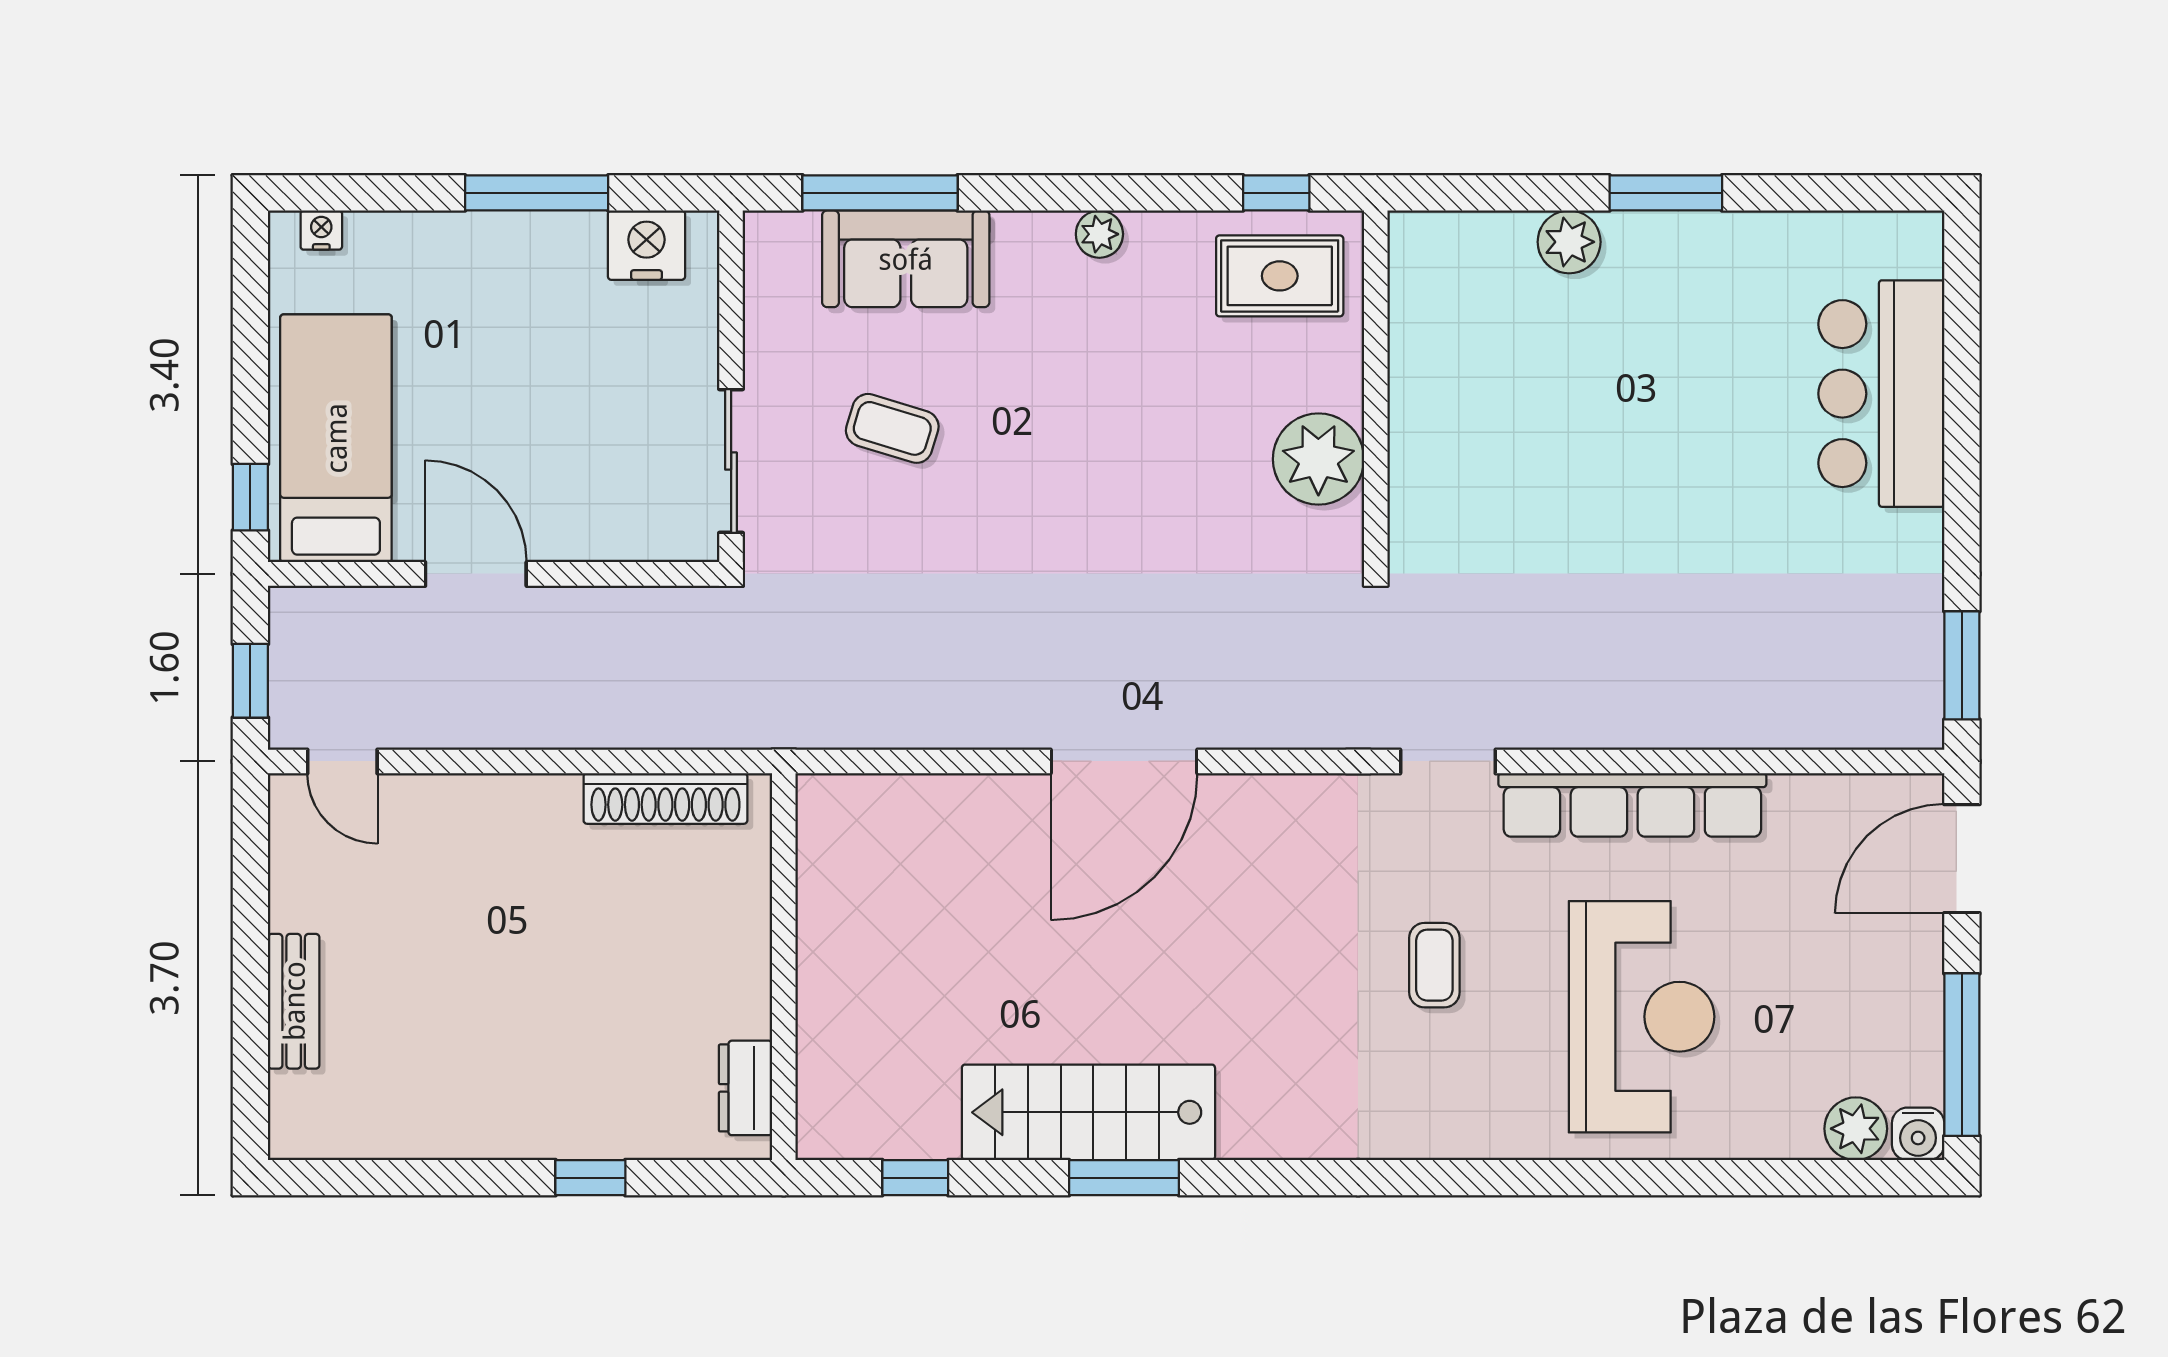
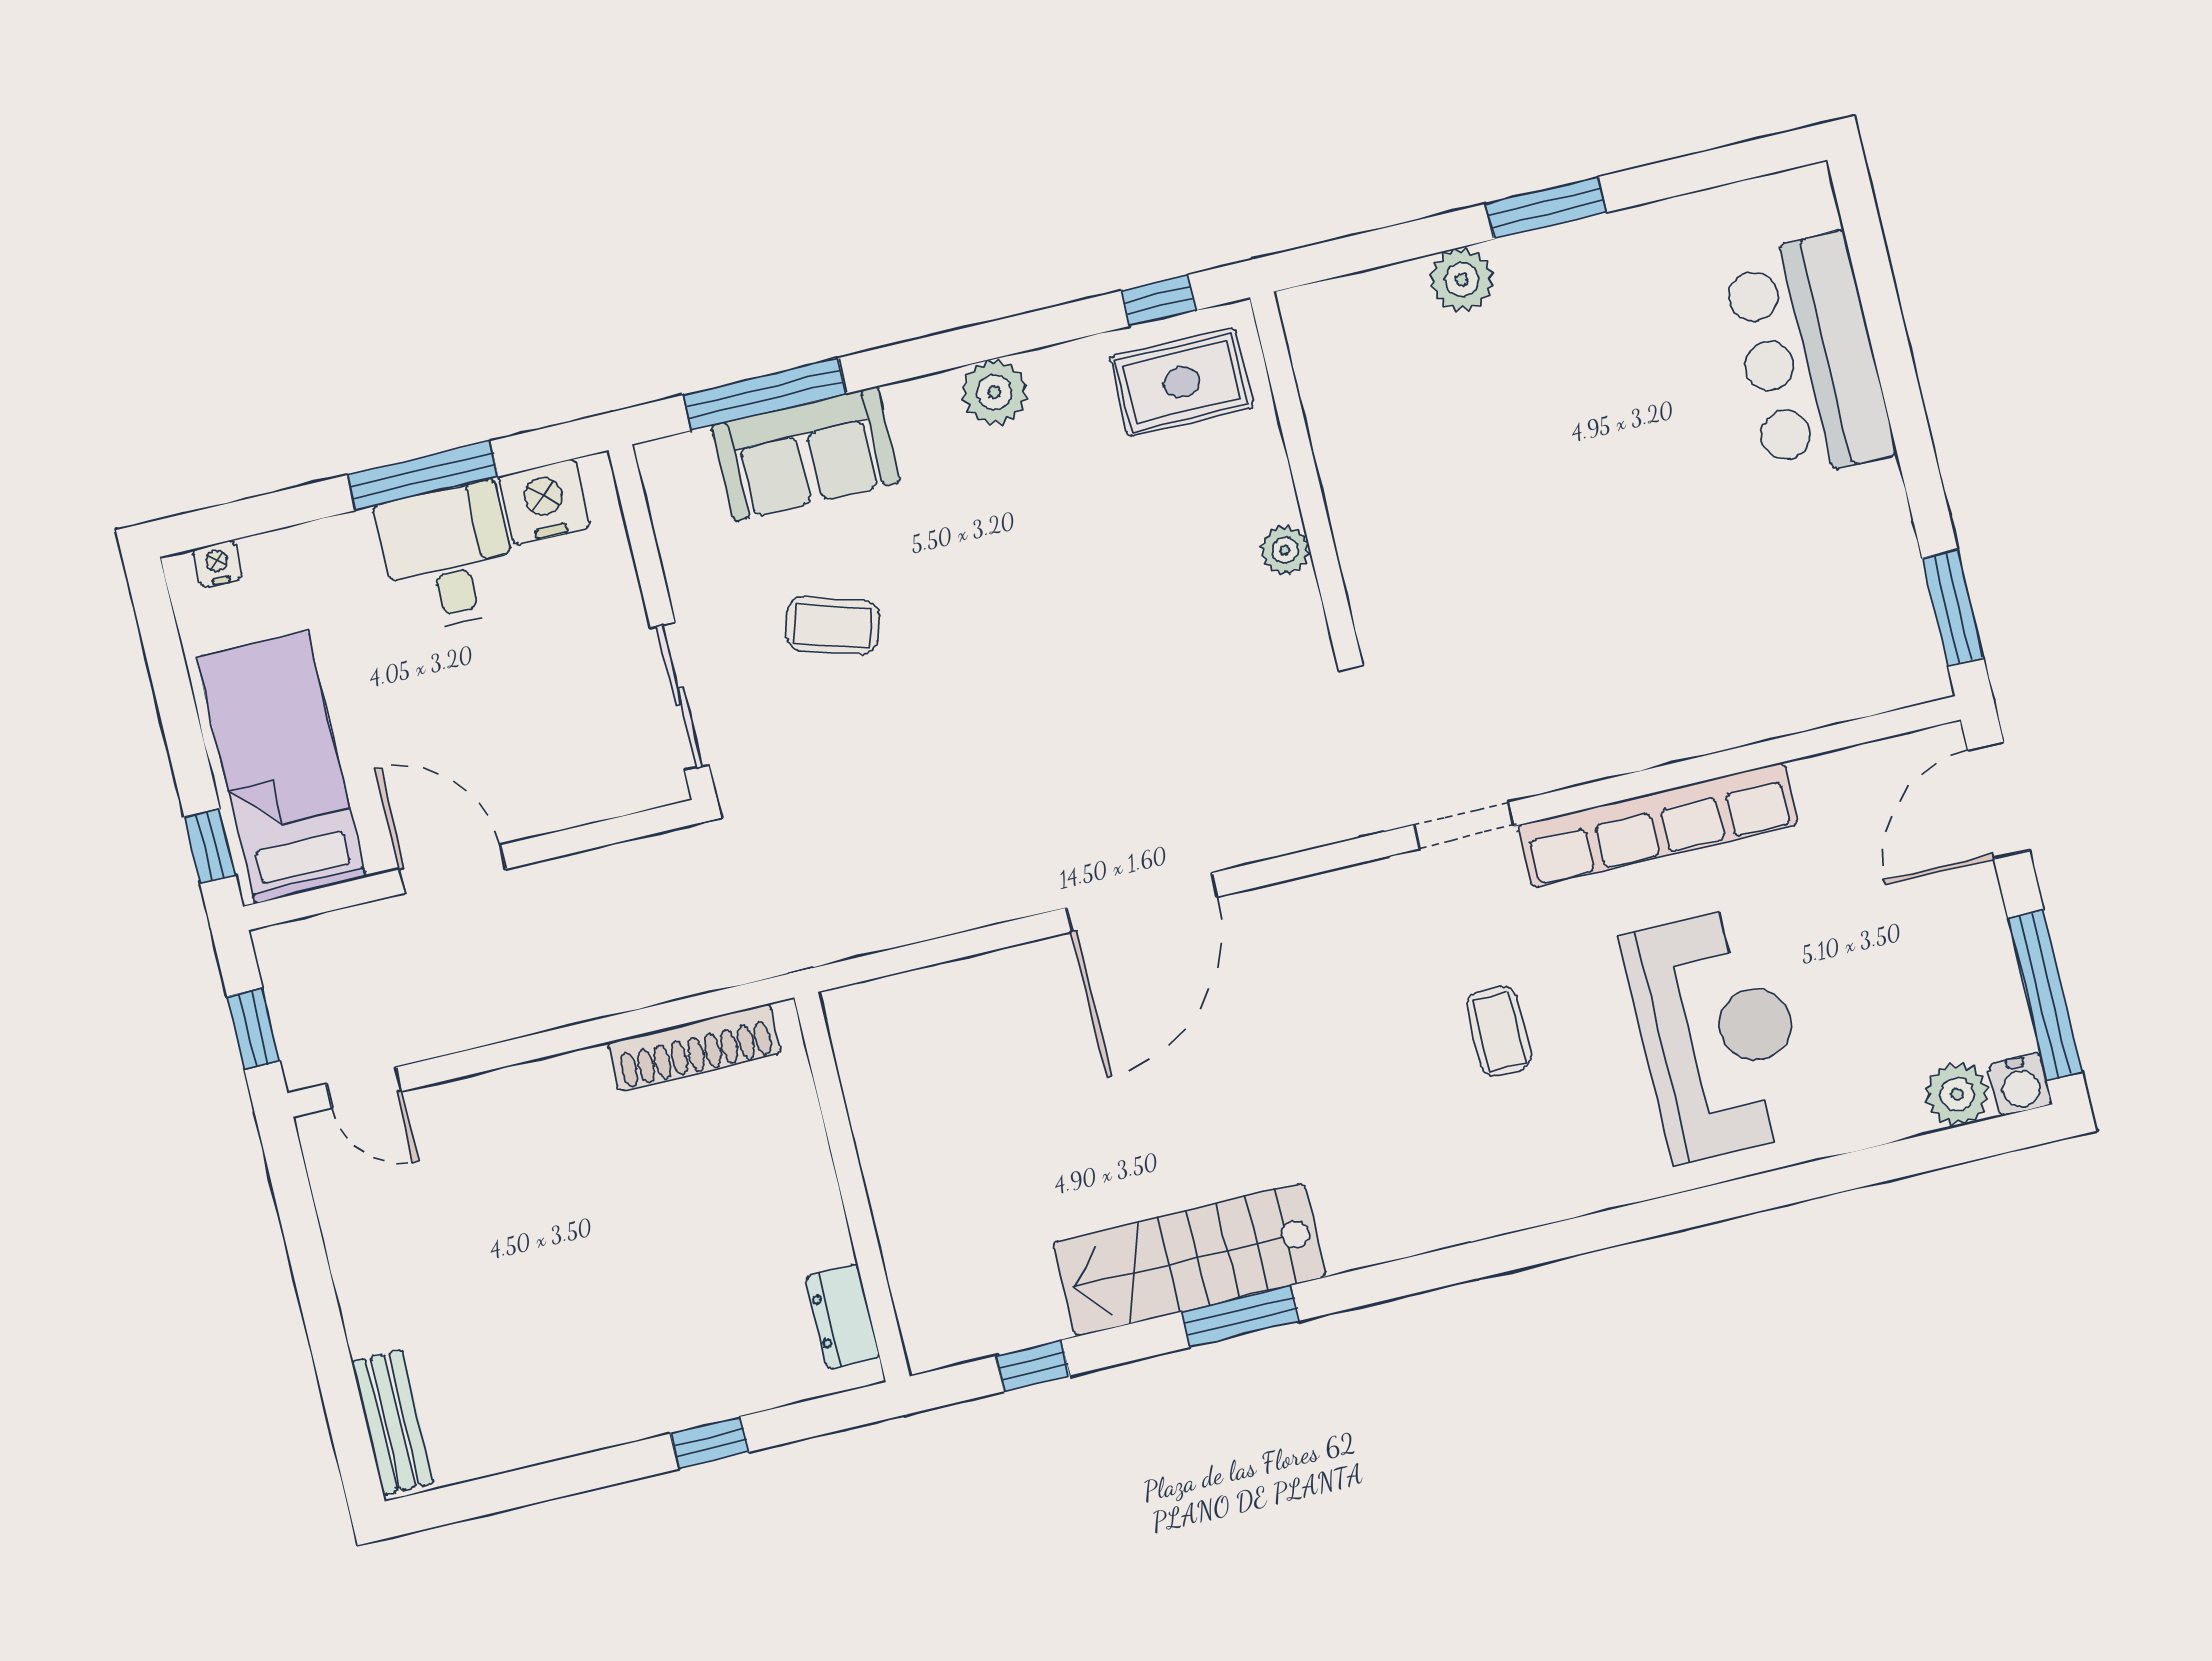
plant: (1099, 234) -> (994, 392), width x1.38, depth x1.38
desk: (543, 276) -> (448, 557), added
plant: (1318, 459) -> (1285, 550), width x0.53, depth x0.53
bench: (294, 1001) -> (393, 1422), moved

